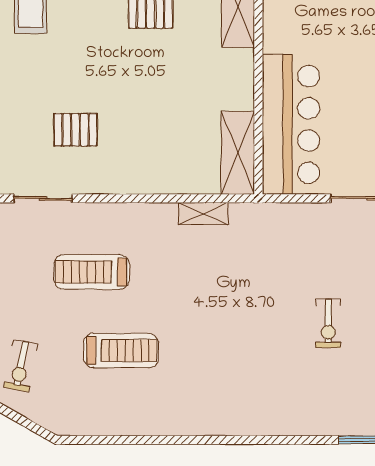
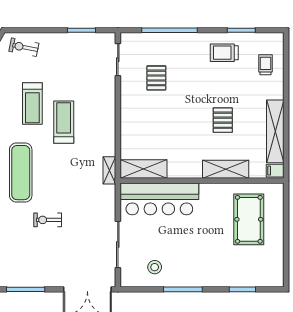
shelving: (203, 214) -> (109, 170), moved
treadmill: (92, 272) -> (64, 122), moved
exercise mat: (244, 371) -> (21, 173), added

